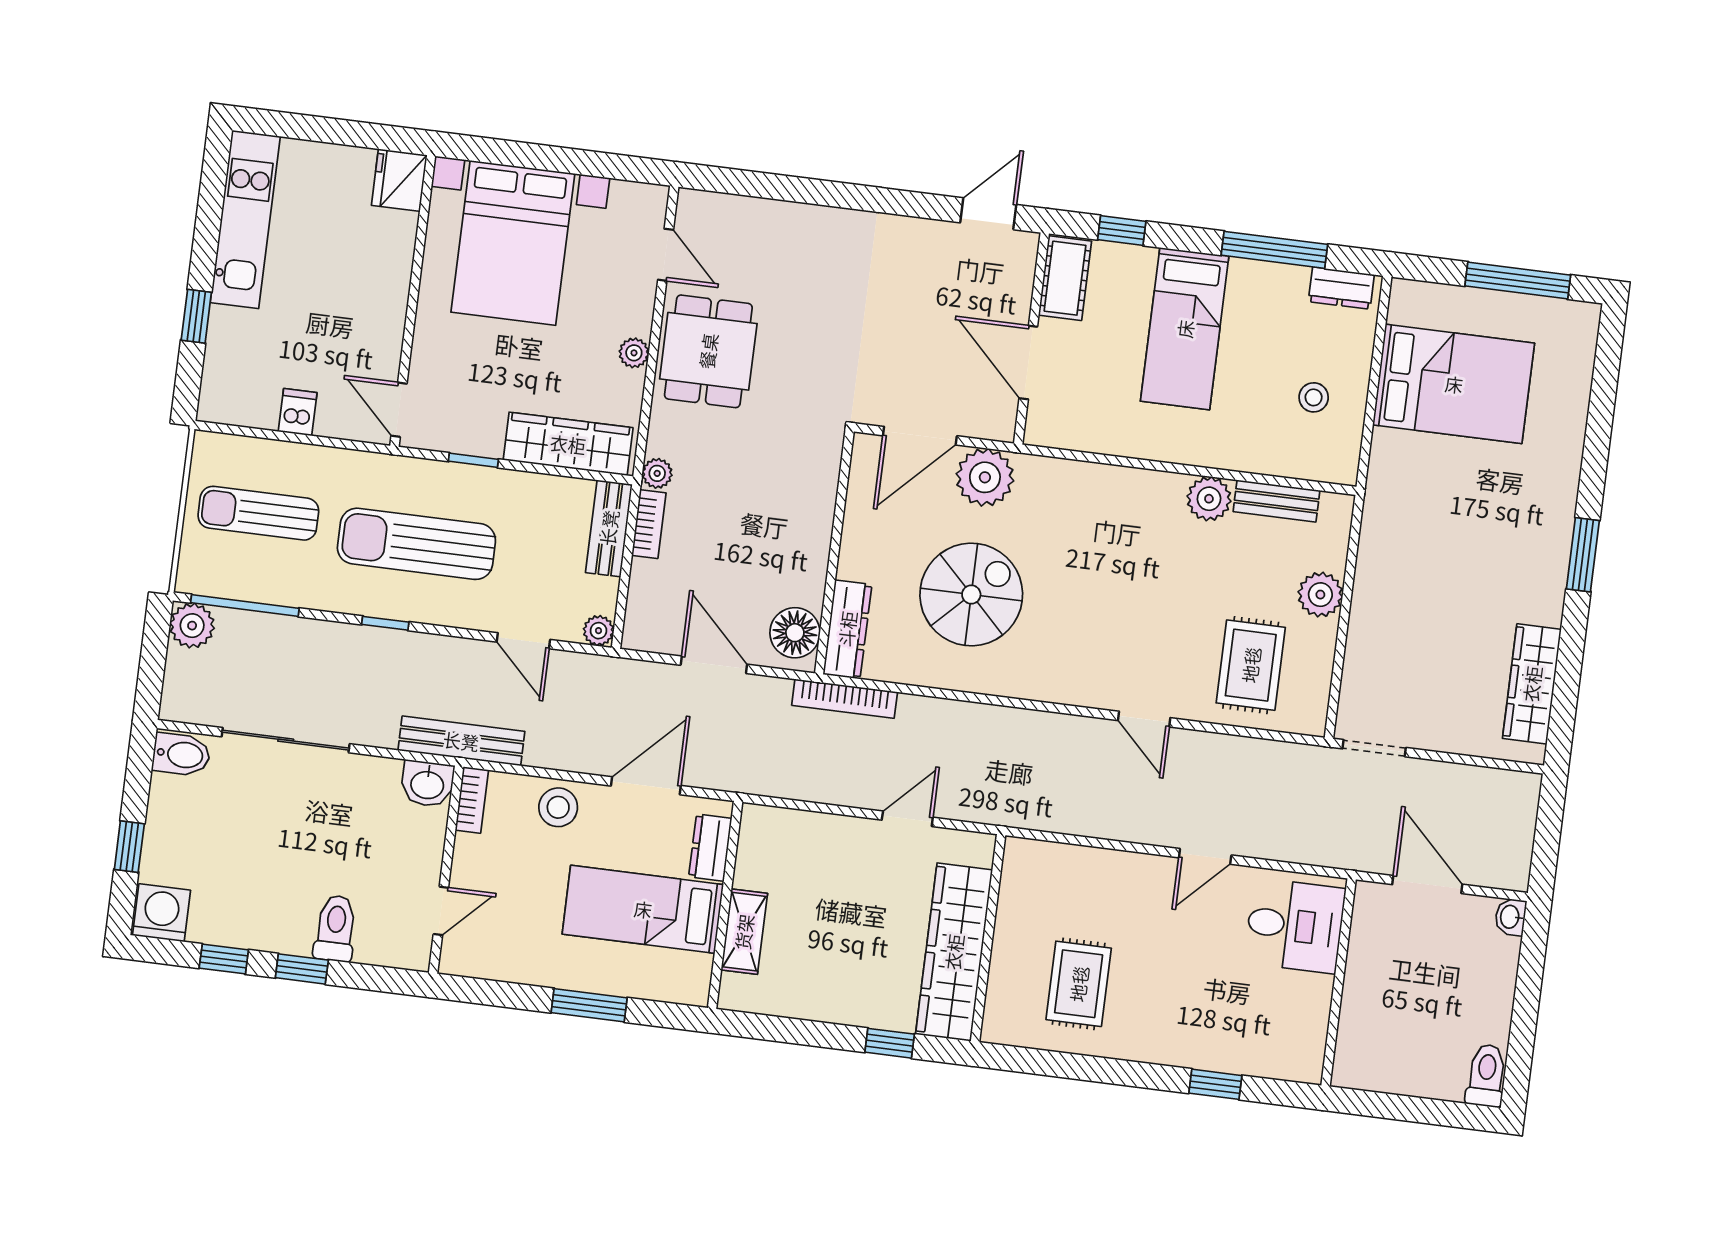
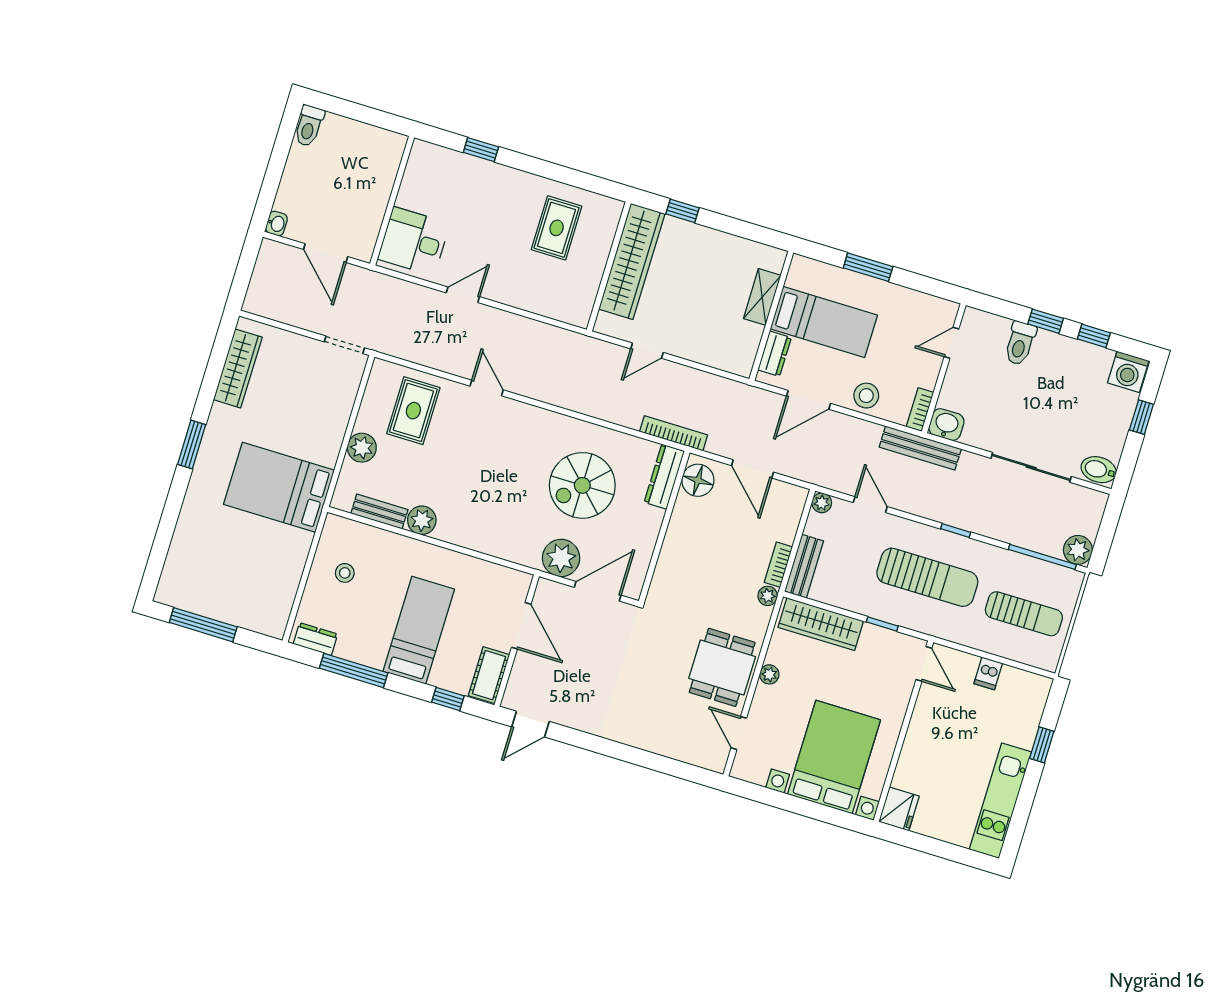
bed: (1454, 384) -> (279, 487), moved

